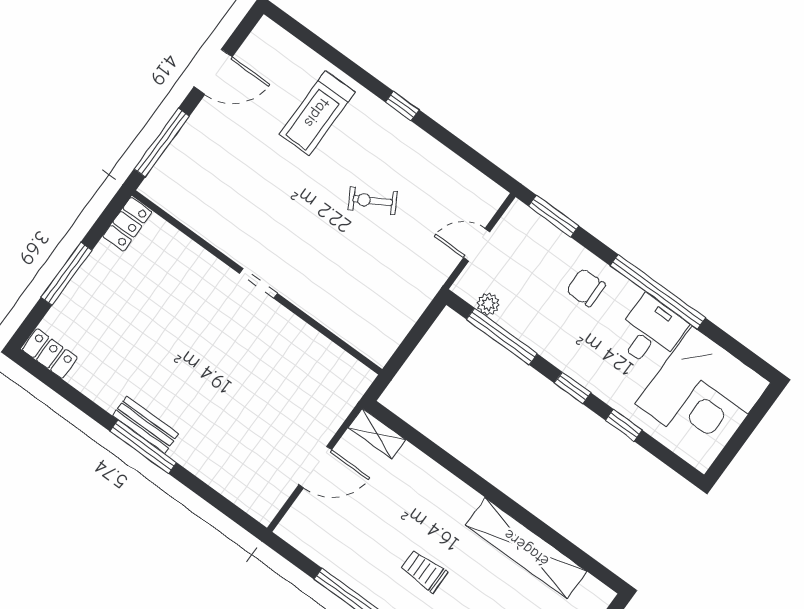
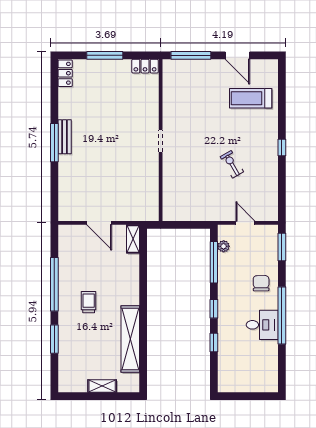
treadmill: (317, 113) -> (251, 98), moved
corner desk: (703, 393) -> (252, 367), removed

